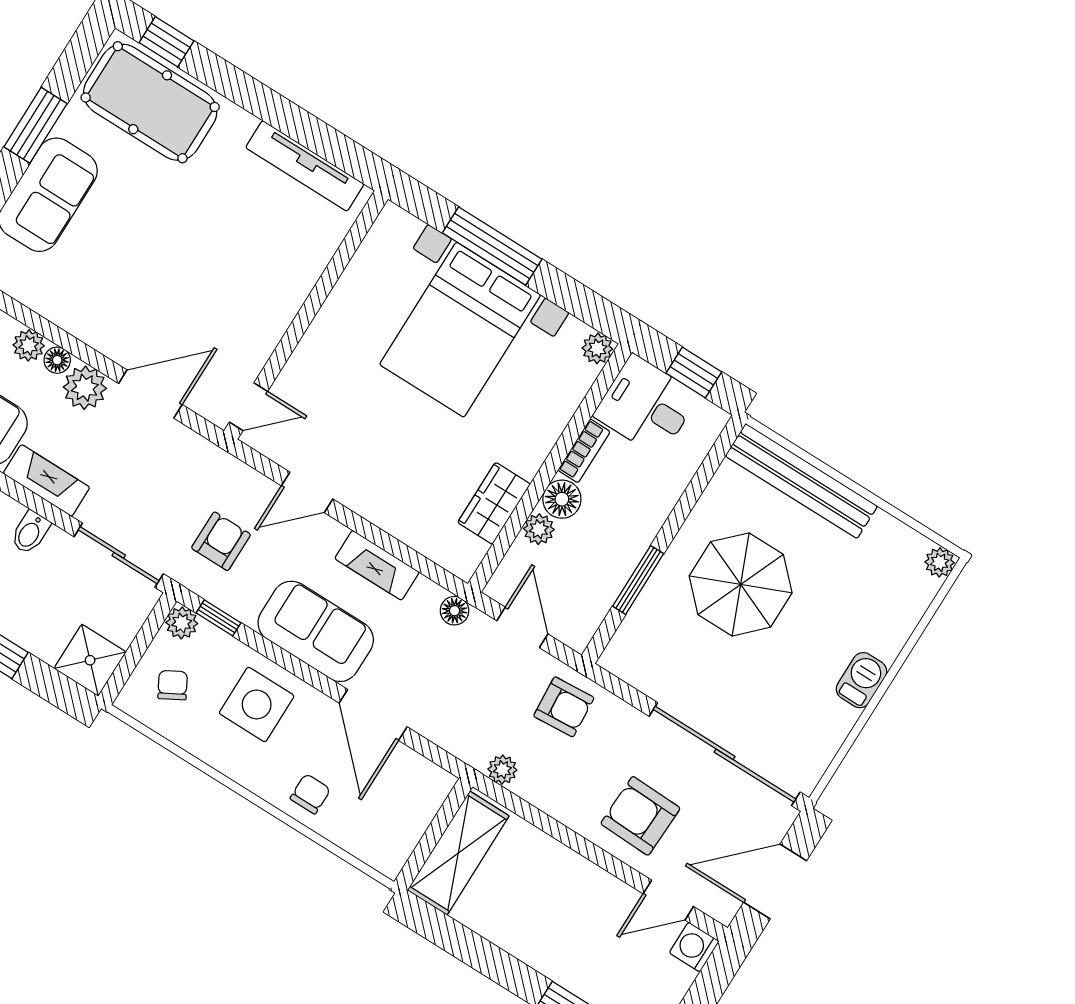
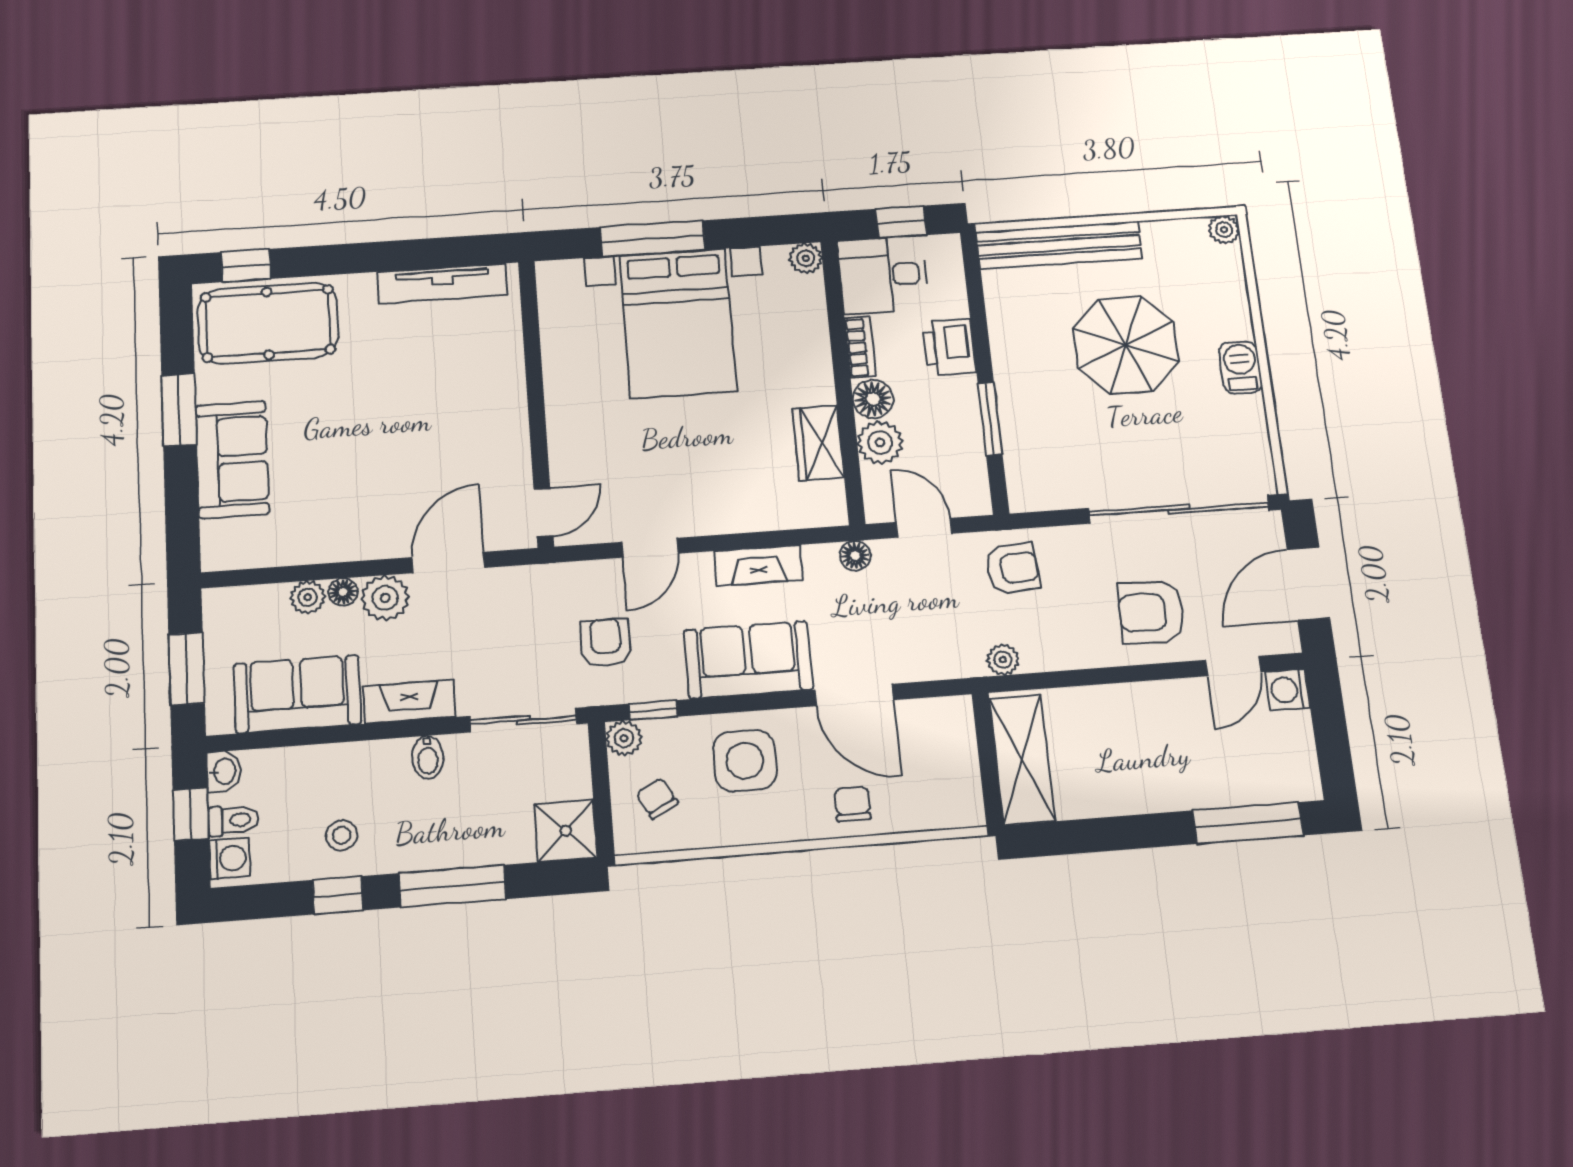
printer: (652, 501) -> (949, 347), added
plant: (539, 529) -> (880, 443), width x1.38, depth x1.38
parasol: (741, 584) -> (1126, 345), moved

